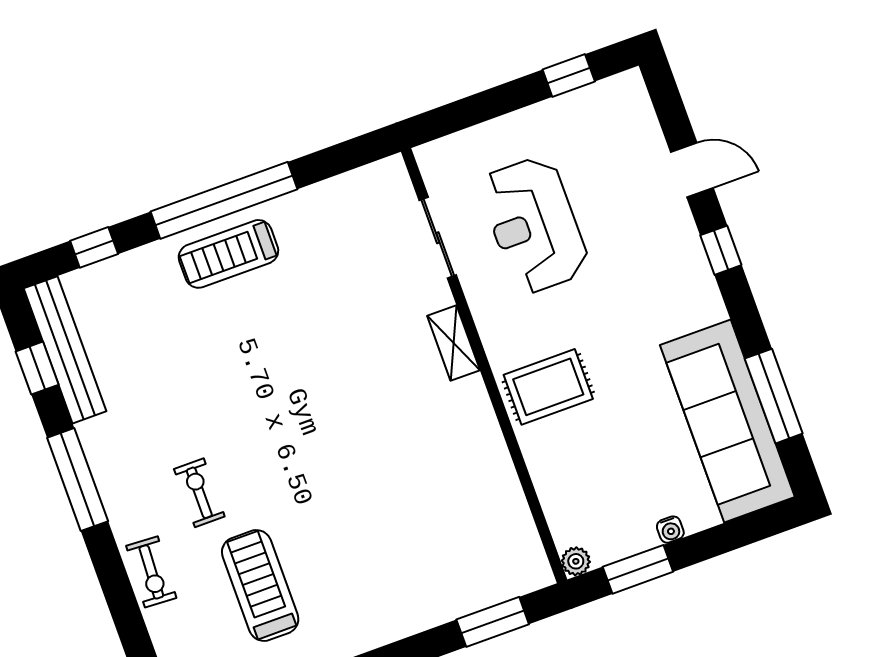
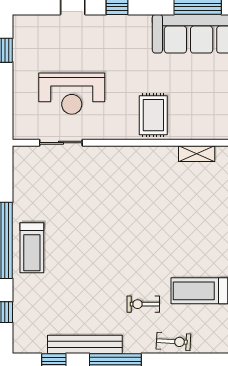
shelving: (454, 343) -> (197, 154), moved
bench: (65, 350) -> (85, 344), moved

